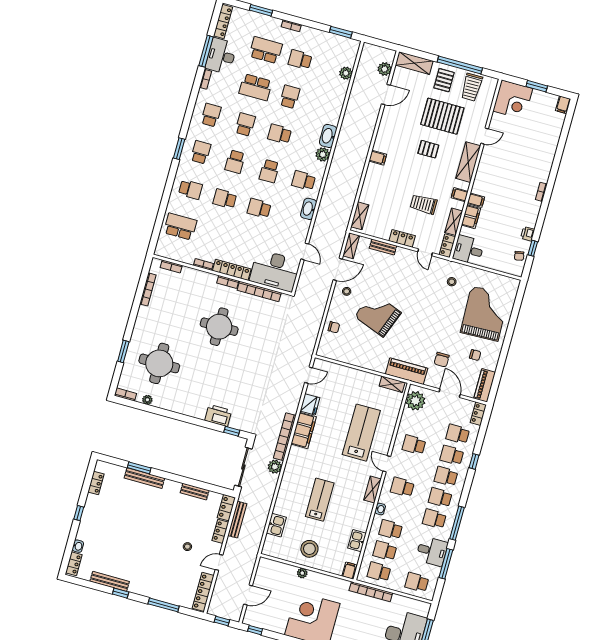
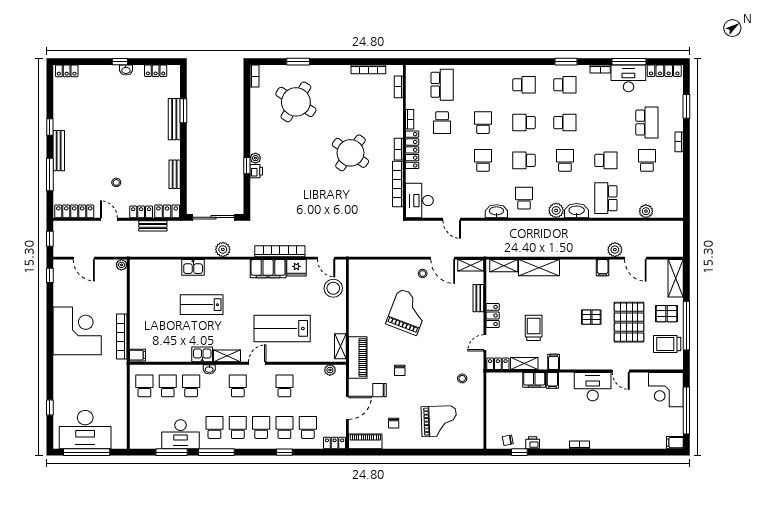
window: (341, 32) -> (686, 194), removed
plant: (385, 69) -> (615, 250), moved
window: (537, 86) -> (686, 410), width x2.11
school desk: (255, 87) -> (606, 198), moved
window: (179, 149) -> (566, 62), moved
pallet: (428, 149) -> (591, 317), turned 90
filing cabinet: (378, 158) -> (603, 268), moved
shelving: (468, 162) -> (539, 268), moved
school desk: (190, 189) -> (442, 123), moved
desk: (468, 250) -> (593, 387), moved, width x1.37
door: (305, 251) -> (452, 219), hinge flipped
desk: (275, 271) -> (419, 201), width x0.73, depth x0.77
grand piano: (485, 313) -> (439, 421), width x0.73, depth x0.68
round table: (219, 327) -> (350, 153), turned 36
chair: (334, 327) -> (400, 370), moved
round table: (159, 363) -> (296, 102), turned 32
plant: (147, 400) -> (255, 158), moved
plant: (415, 401) -> (330, 370), width x0.53, depth x0.53
printer: (218, 416) -> (256, 171), width x0.53, depth x0.68
window: (232, 431) -> (247, 166), moved
lab bench: (361, 433) -> (282, 328), turned 180
bookcase: (285, 437) -> (280, 251), moved
lab bench: (320, 500) -> (202, 305), turned 180
bench: (237, 520) -> (153, 226), width x0.73
kitchen sink: (276, 525) -> (193, 267), moved
kitchen sink: (357, 541) -> (202, 354), moved
washbasin: (78, 546) -> (126, 70), moved
stool: (309, 549) -> (333, 288), moved
desk: (432, 551) -> (180, 434), width x1.37
plant: (302, 573) -> (121, 265), moved
bench: (110, 581) -> (59, 151), moved
school desk: (417, 582) -> (144, 428), removed
bookcase: (371, 592) -> (122, 337), moved

